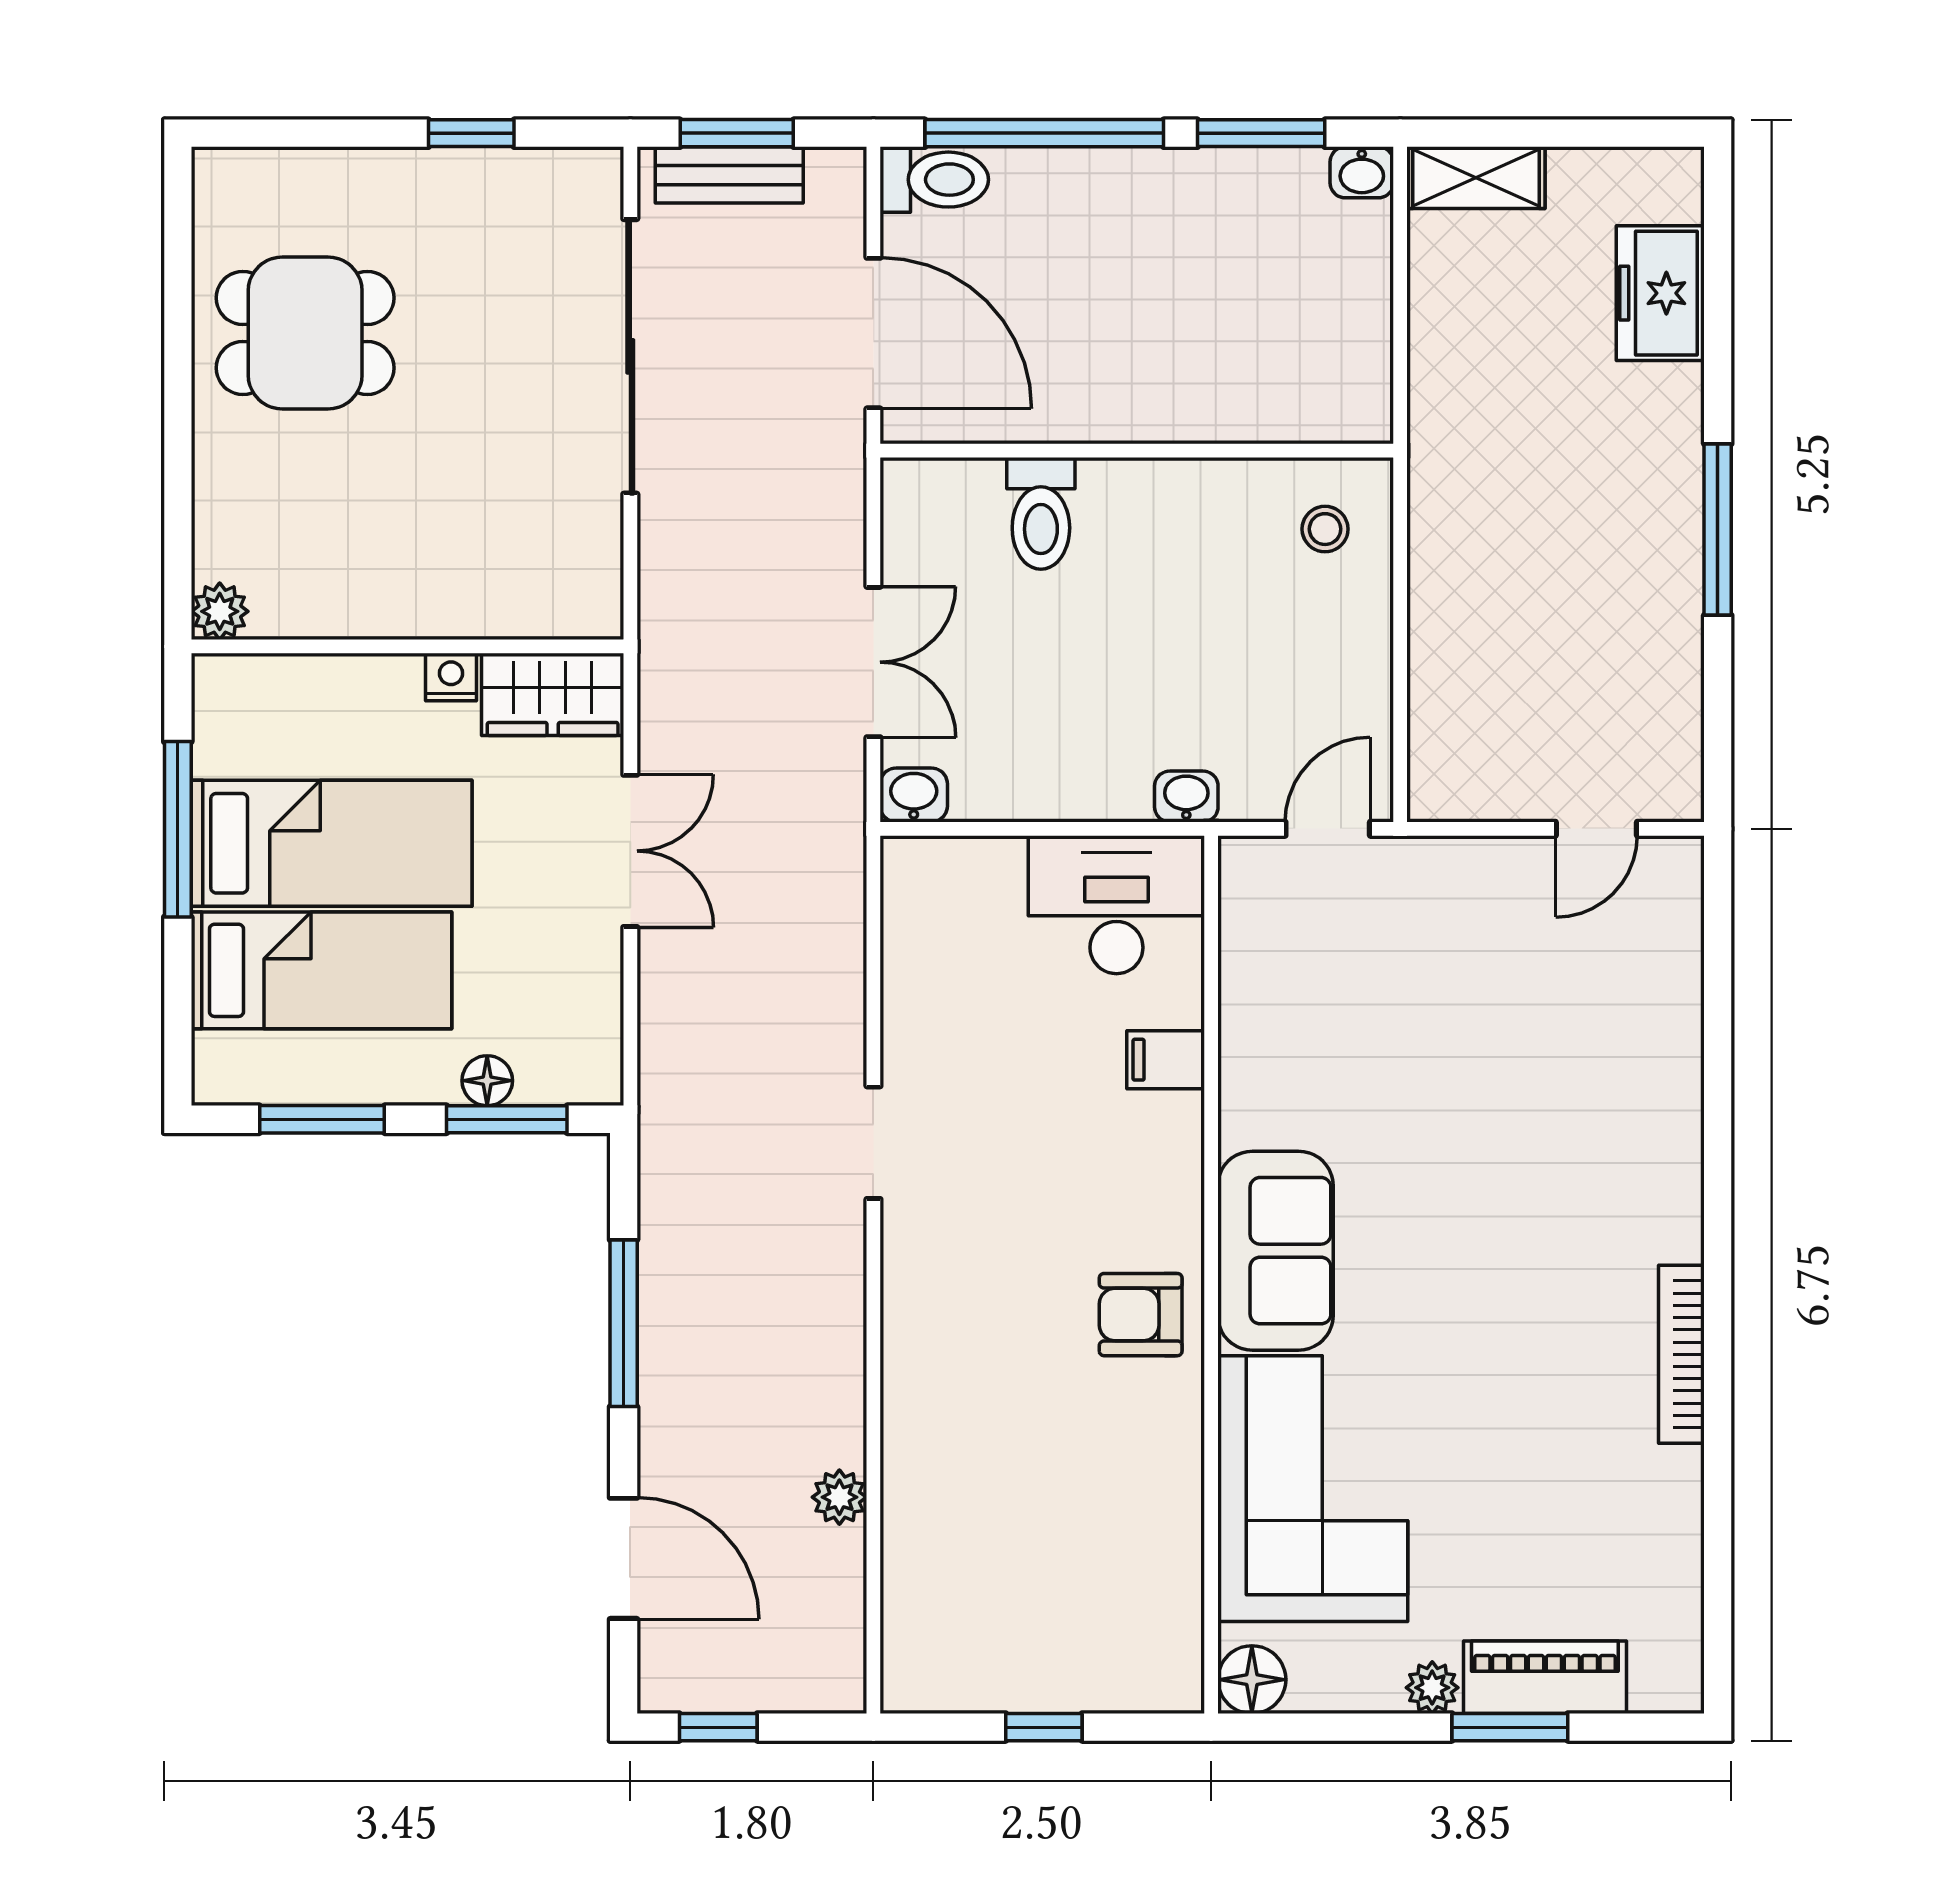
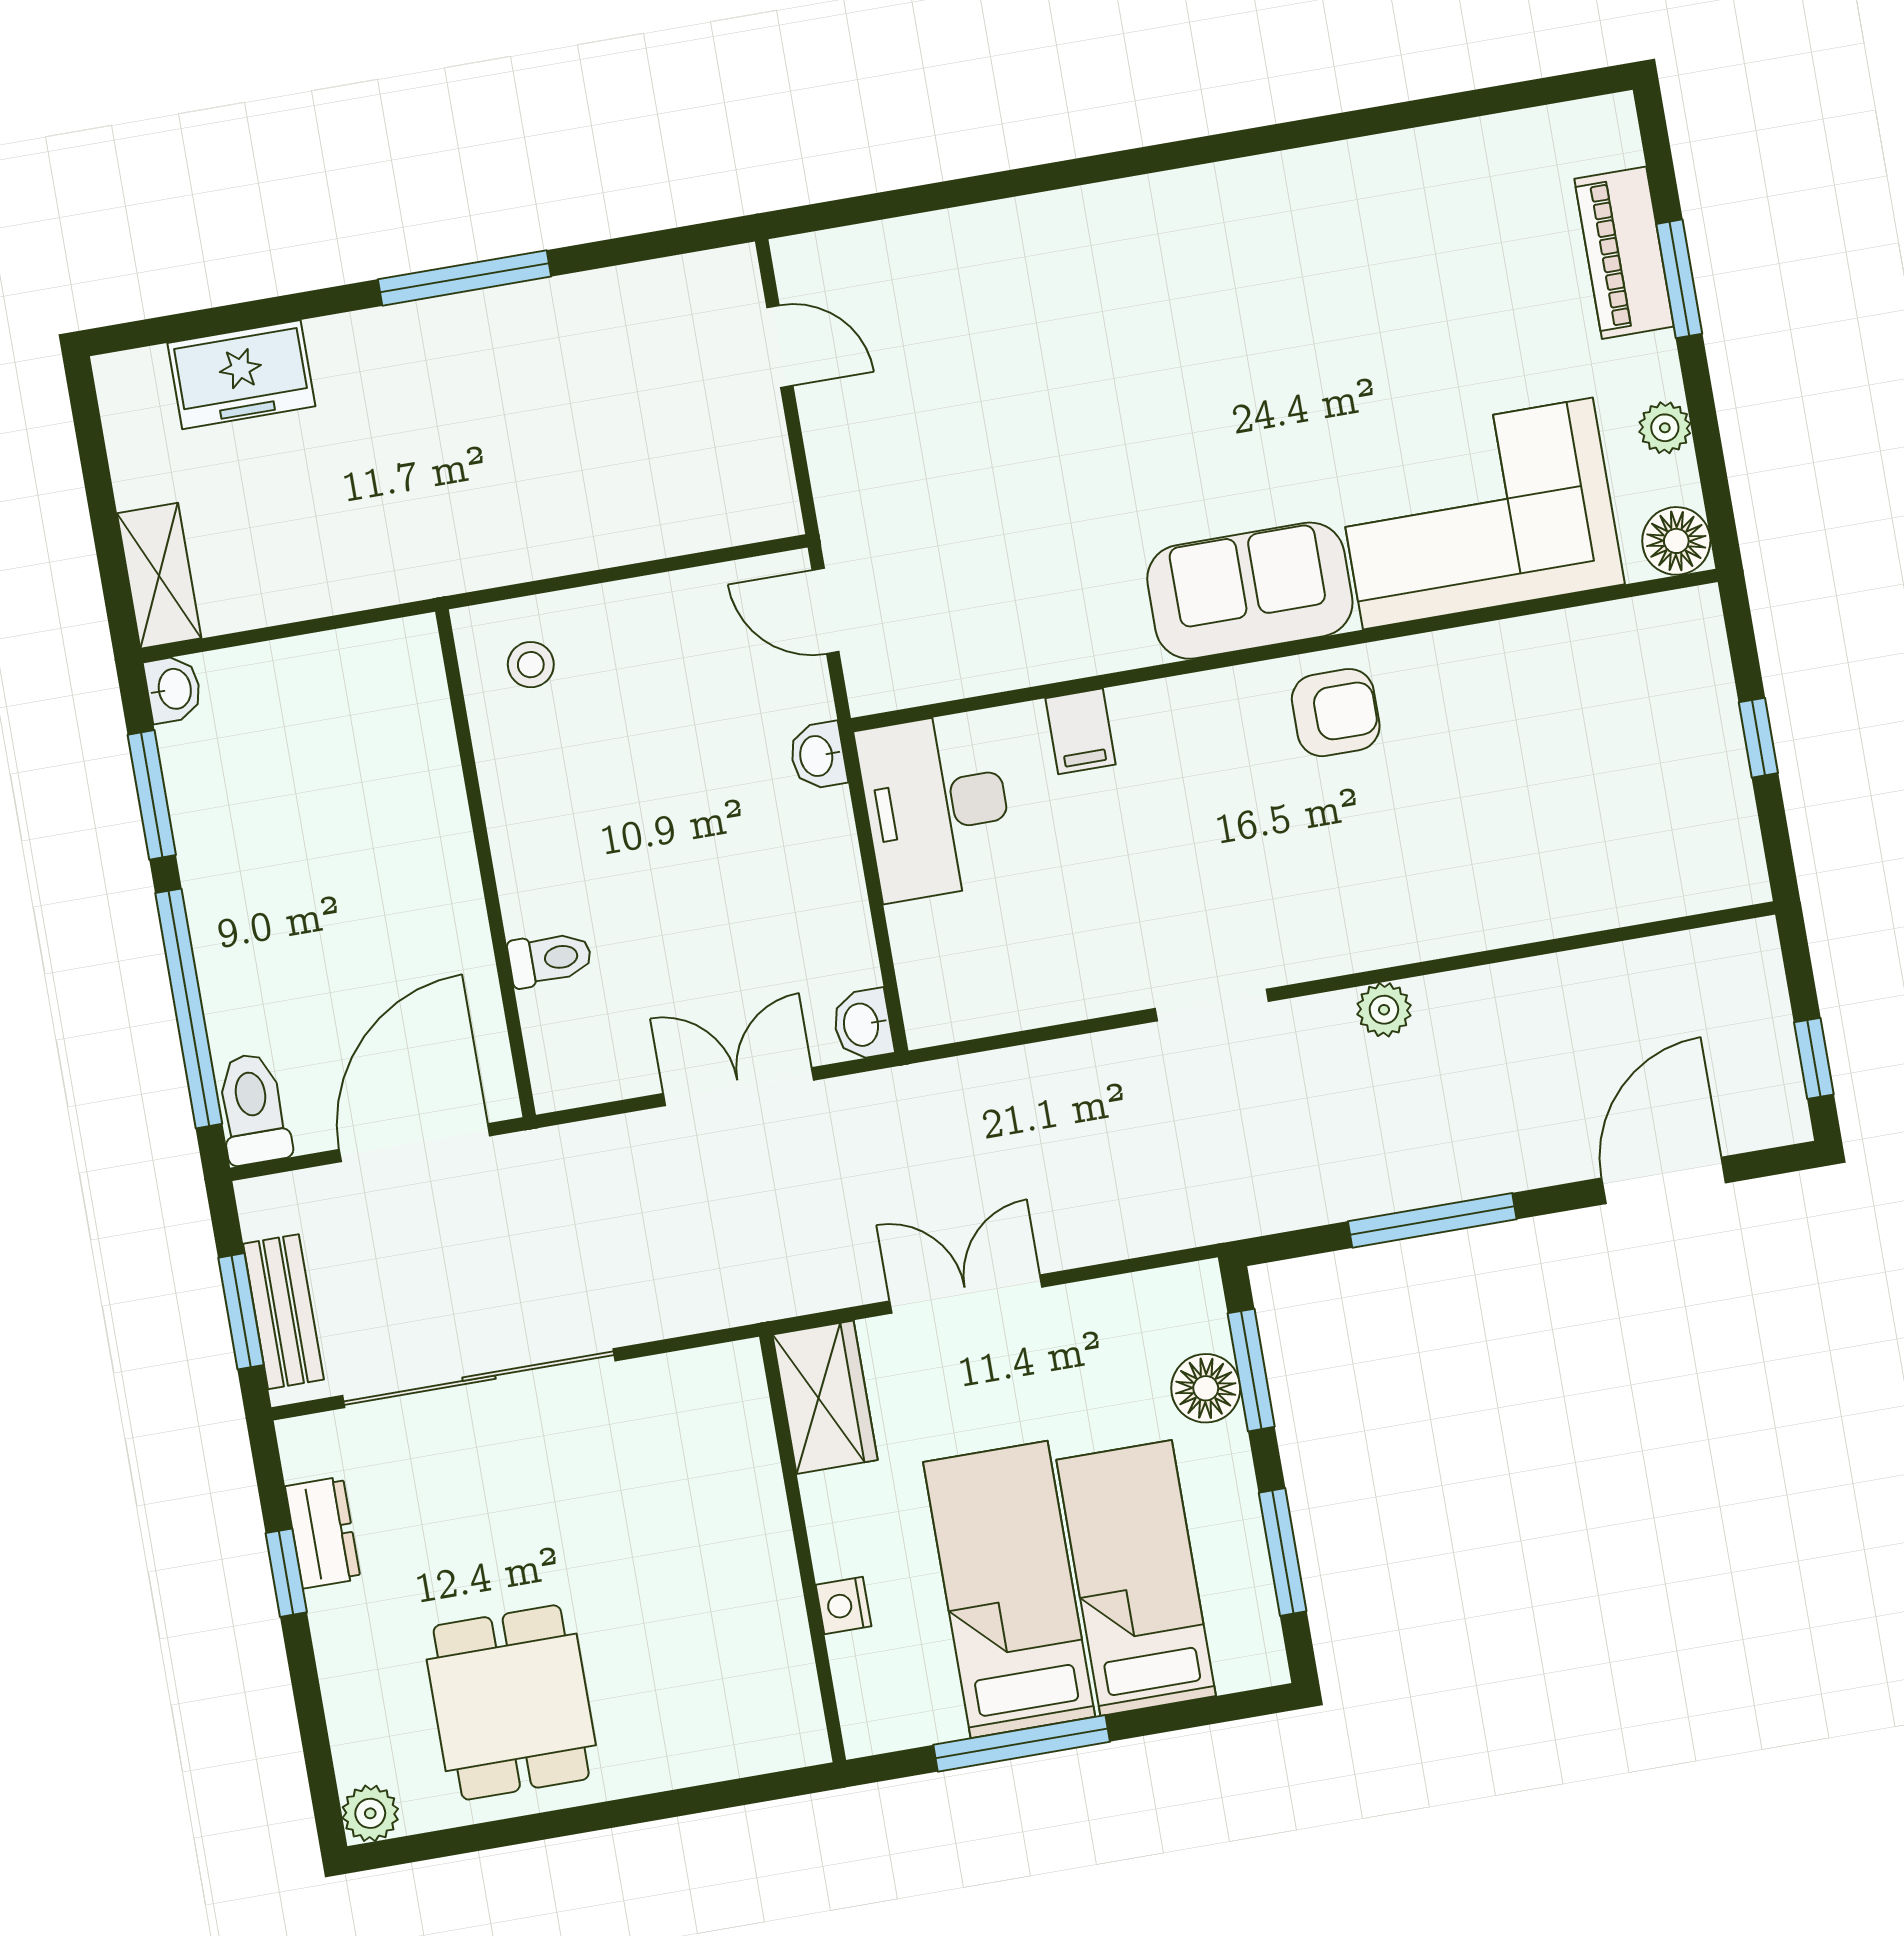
dresser: (505, 176) -> (323, 1533), added
toilet: (1041, 513) -> (550, 959), width x0.73, depth x0.72
plant: (220, 611) -> (370, 1813), moved
nightstand: (451, 677) -> (843, 1605), moved
floor lamp: (487, 1081) -> (1206, 1388), width x1.37, depth x1.37
armchair: (1141, 1315) -> (1336, 713), turned -90
bookcase: (1681, 1354) -> (1283, 173), removed
plant: (839, 1497) -> (1384, 1010), moved
plant: (1432, 1688) -> (1665, 428), moved

